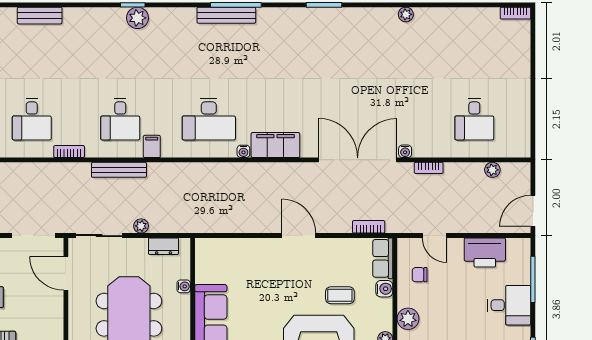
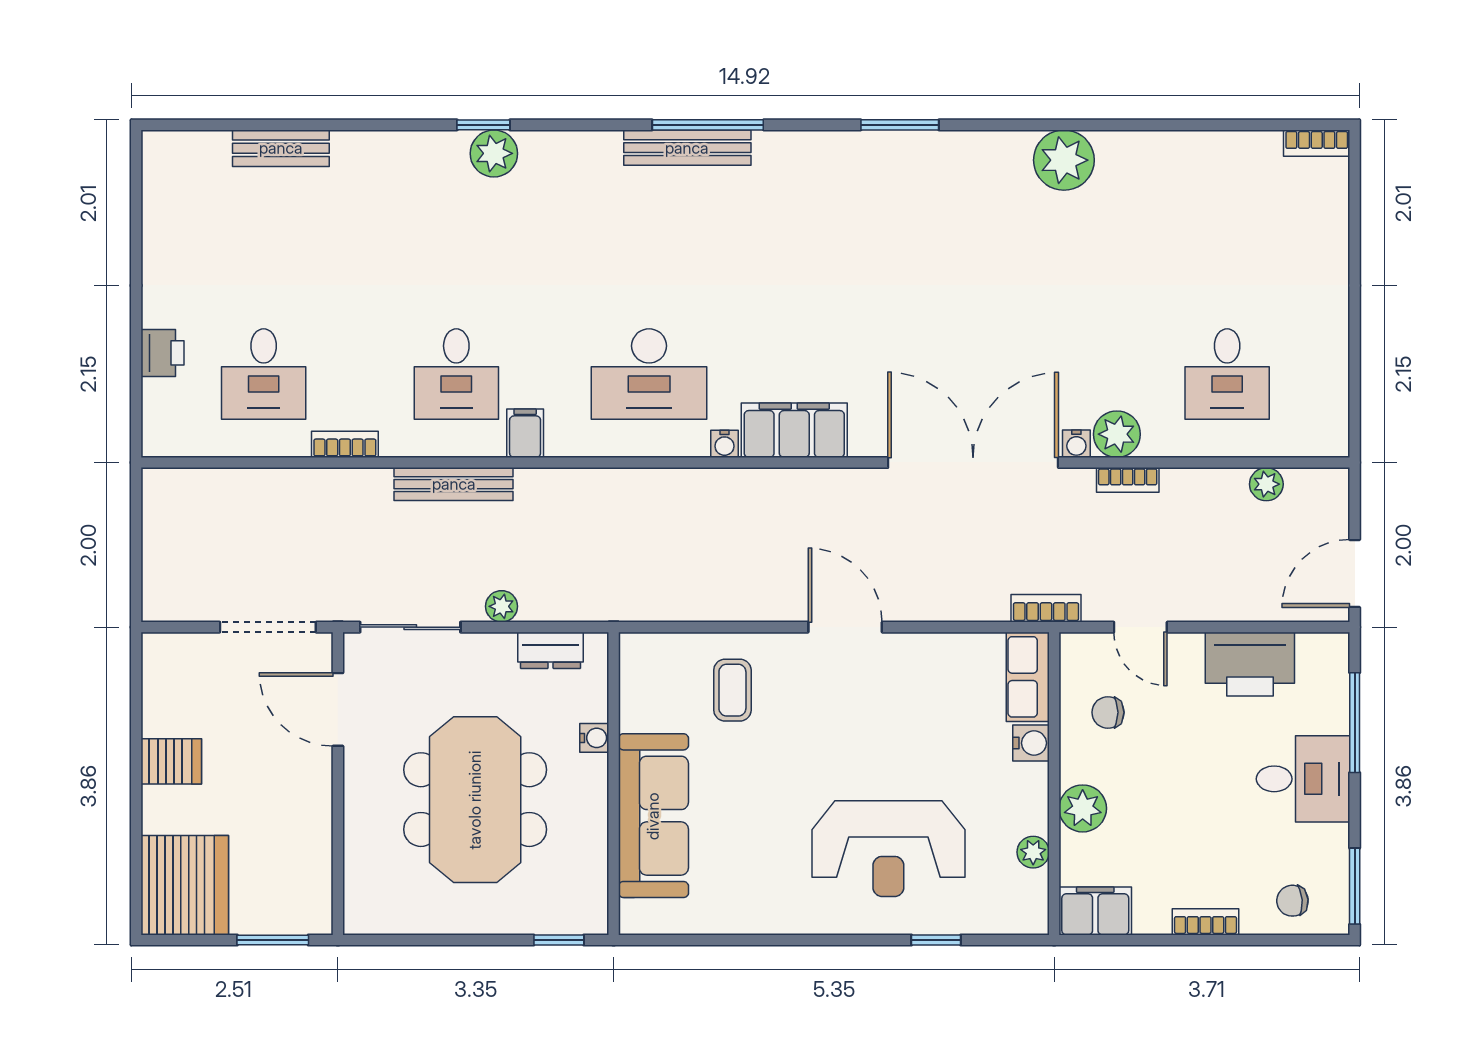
plant: (406, 14) -> (1064, 160), width x1.88, depth x1.88
plant: (424, 147) -> (1117, 434), added
bookcase: (369, 227) -> (1046, 608), moved
coffee table: (340, 295) -> (732, 690), moved, turned 90

